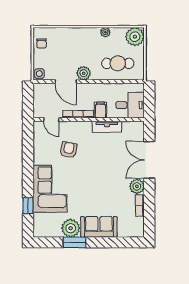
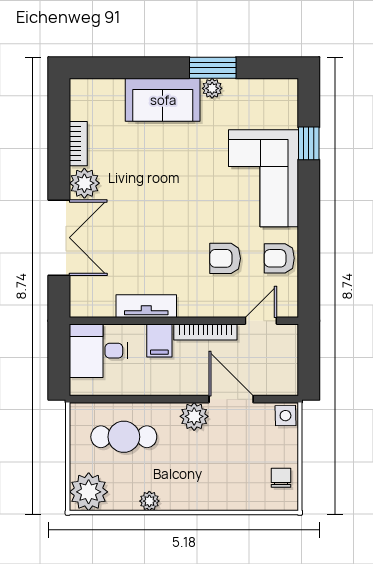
door: (51, 120) -> (261, 321), hinge flipped
armchair: (42, 150) -> (279, 258), added
armchair: (69, 150) -> (225, 258), turned 80
plant: (71, 228) -> (212, 88), width x0.53, depth x0.53

